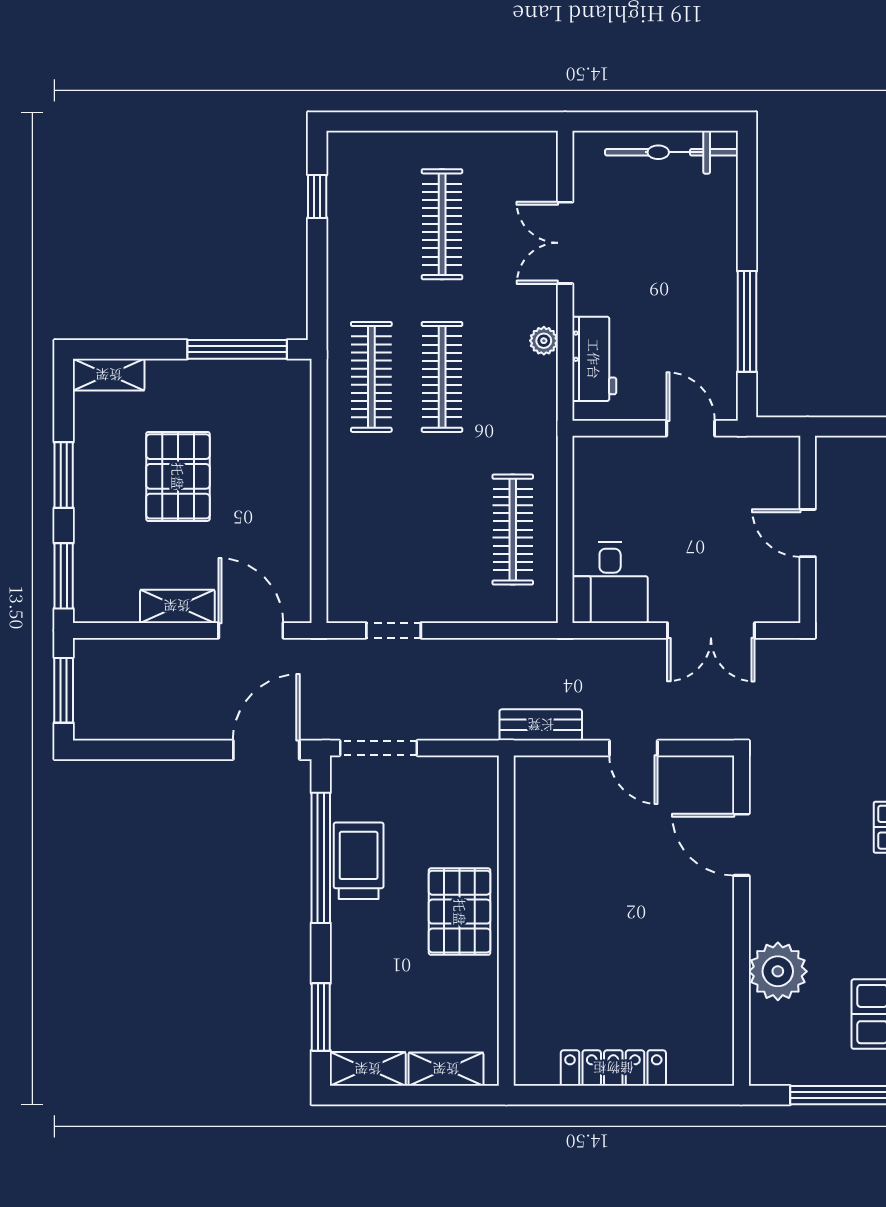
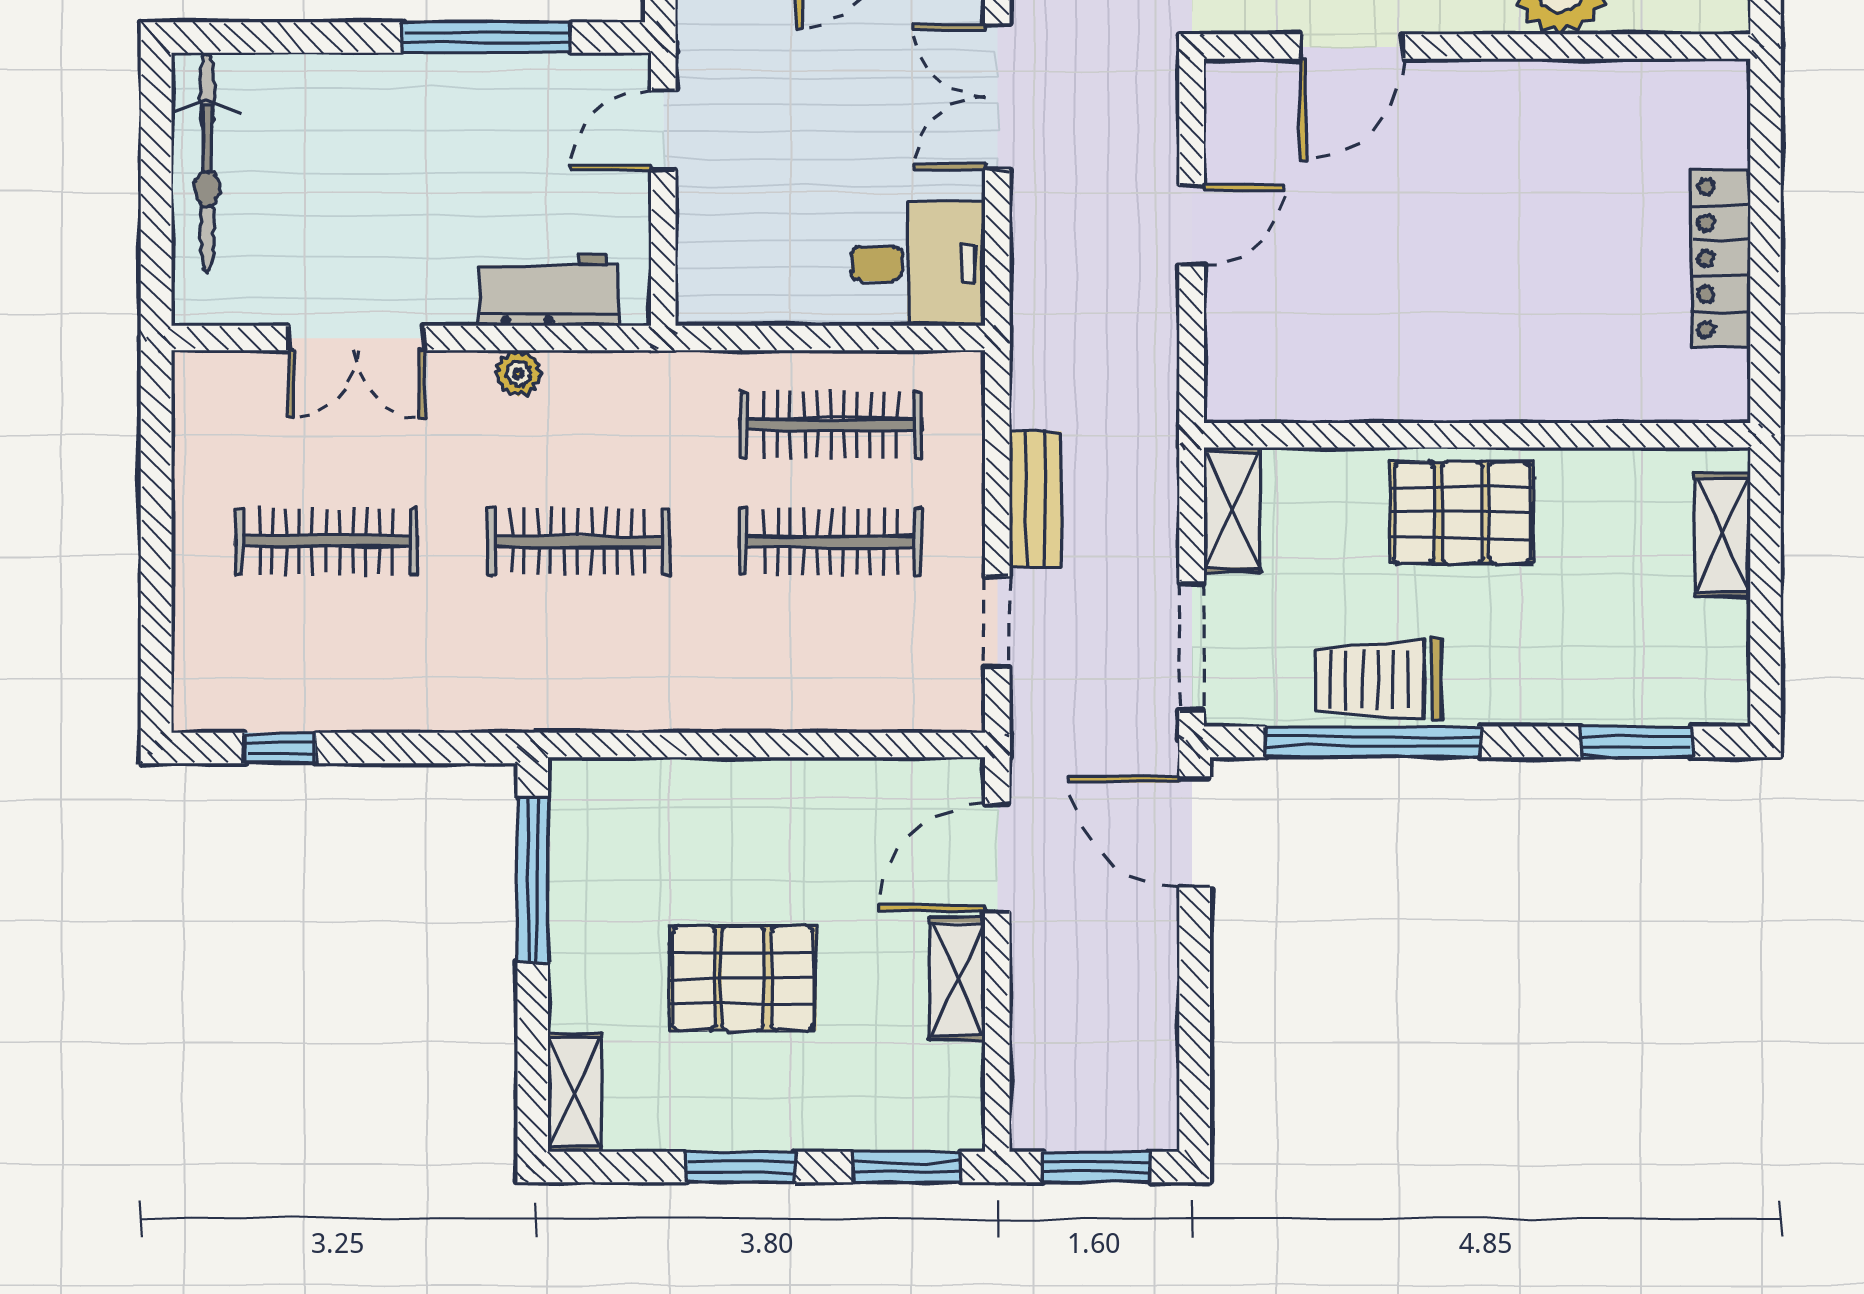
clothes rail: (371, 377) -> (831, 542), moved
double door: (711, 630) -> (997, 97), swing flipped
bench: (541, 725) -> (1035, 499), moved
shelving: (368, 1069) -> (1232, 510), moved

